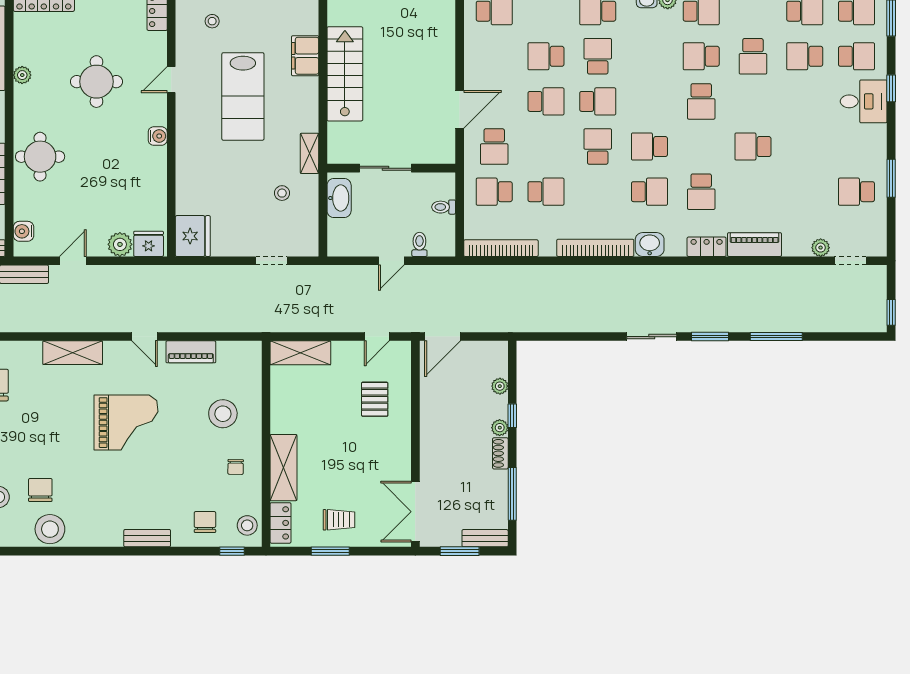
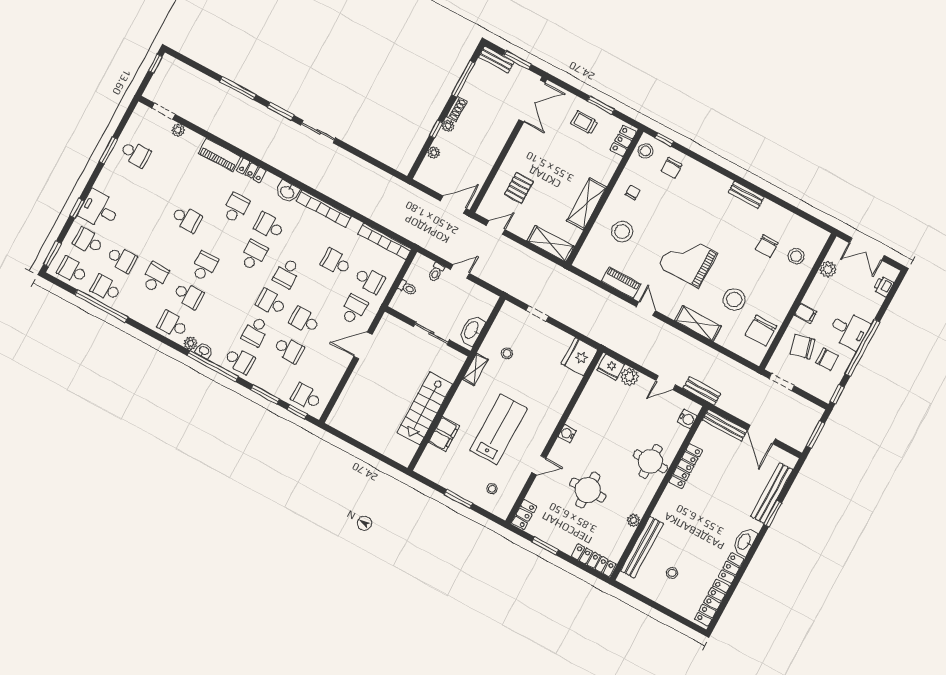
school desk: (649, 147) -> (253, 255), turned -90
shelving: (283, 468) -> (587, 204), moved
stool: (50, 529) -> (734, 300), moved
bench: (147, 538) -> (746, 195), moved

